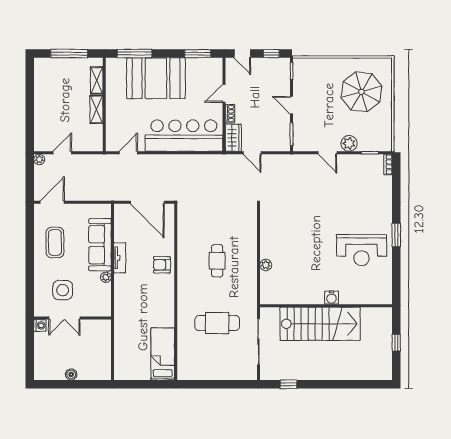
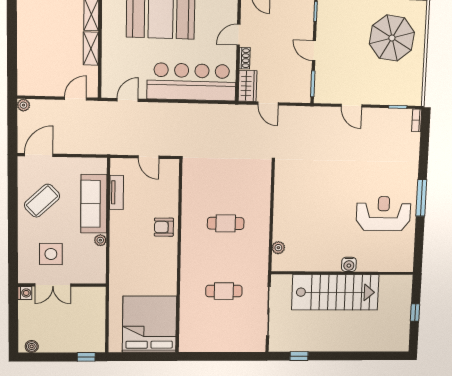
plant: (349, 143) -> (376, 96), removed
door: (62, 153) -> (75, 99), moved
door: (147, 202) -> (149, 157), width x0.53
window: (396, 235) -> (421, 198), width x1.44
coffee table: (55, 242) -> (42, 201), turned 47
reception desk: (362, 250) -> (383, 214), turned 180
tv unit: (120, 258) -> (117, 192), moved
cafe table: (217, 261) -> (226, 223), turned 90
plant: (266, 265) -> (278, 248), moved
cafe table: (217, 323) -> (224, 291), width x0.73, depth x0.74
bed: (163, 354) -> (149, 324), width x2.04
boiler: (71, 374) -> (32, 346), moved
window: (94, 384) -> (86, 357), added

